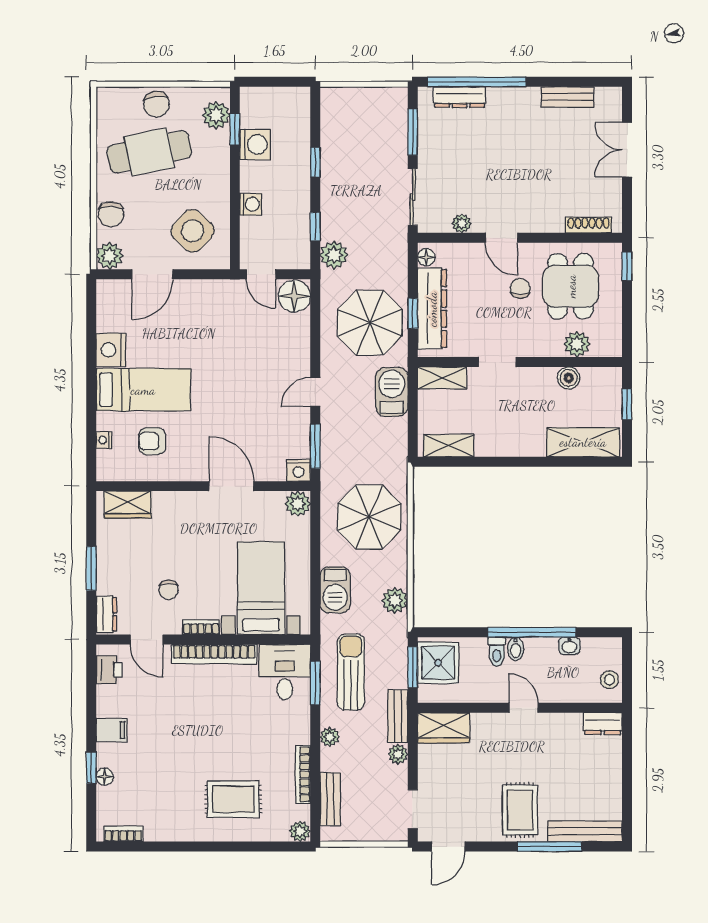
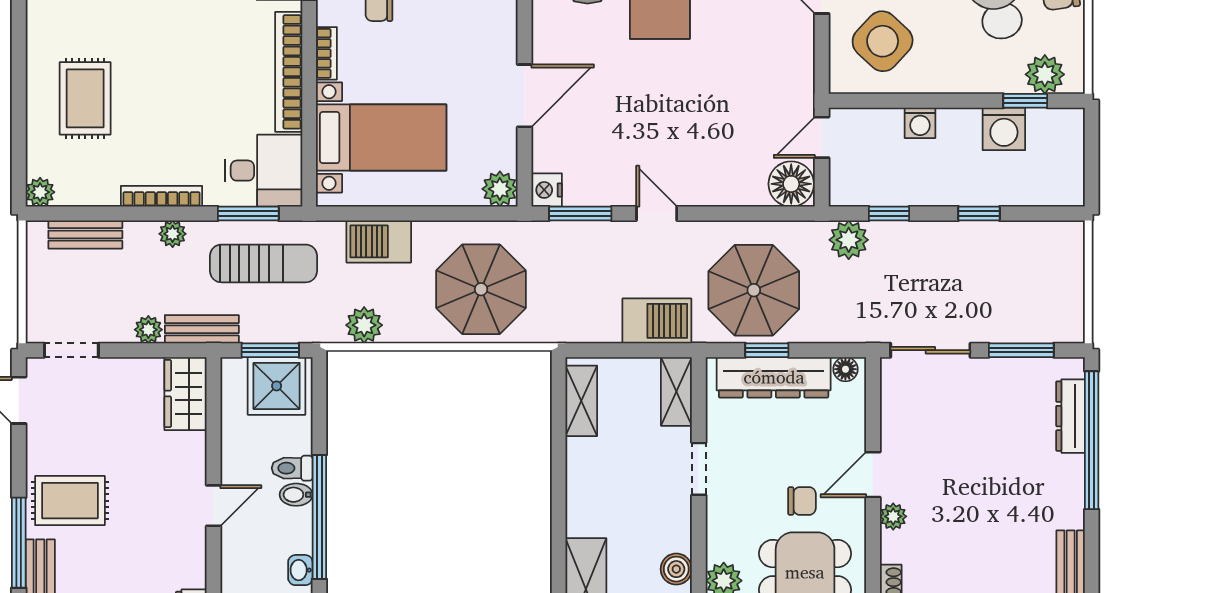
plant: (462, 223) -> (893, 516), moved
bookcase: (303, 774) -> (162, 196), moved

